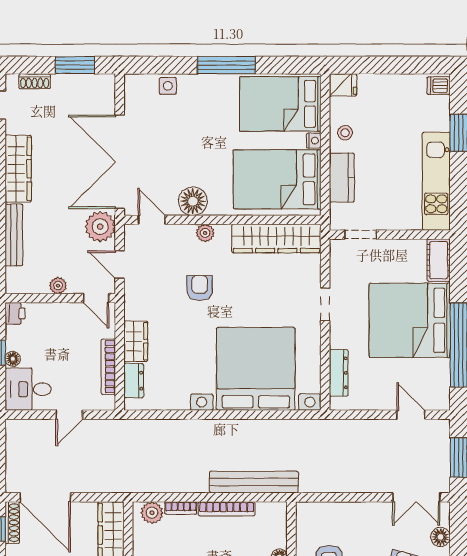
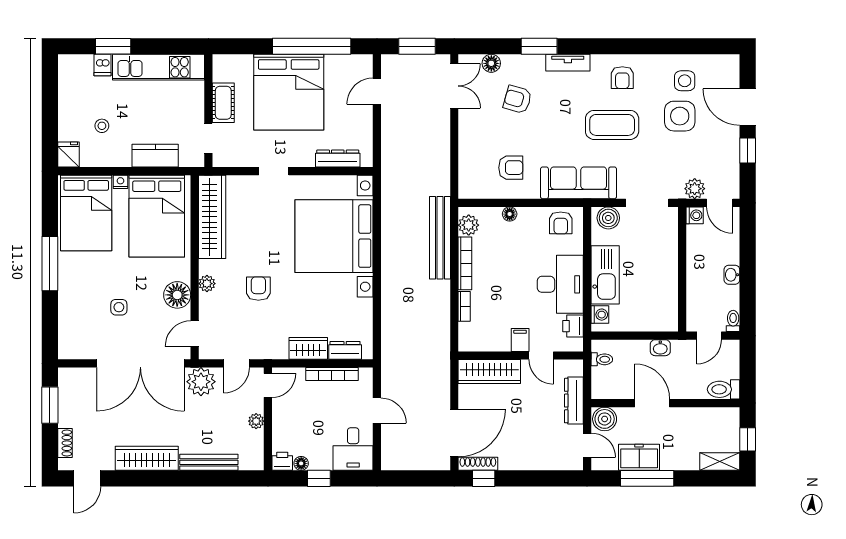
side table: (168, 86) -> (119, 307), moved
dishwasher: (439, 86) -> (103, 65), moved
stool: (345, 133) -> (102, 126), moved
cot: (439, 260) -> (223, 103), moved, turned 90
armchair: (200, 288) -> (258, 289), turned 90
floor lamp: (13, 359) -> (301, 463), moved
plant: (152, 513) -> (469, 225), moved

